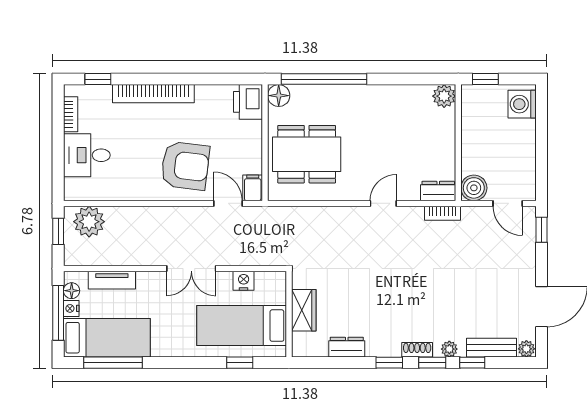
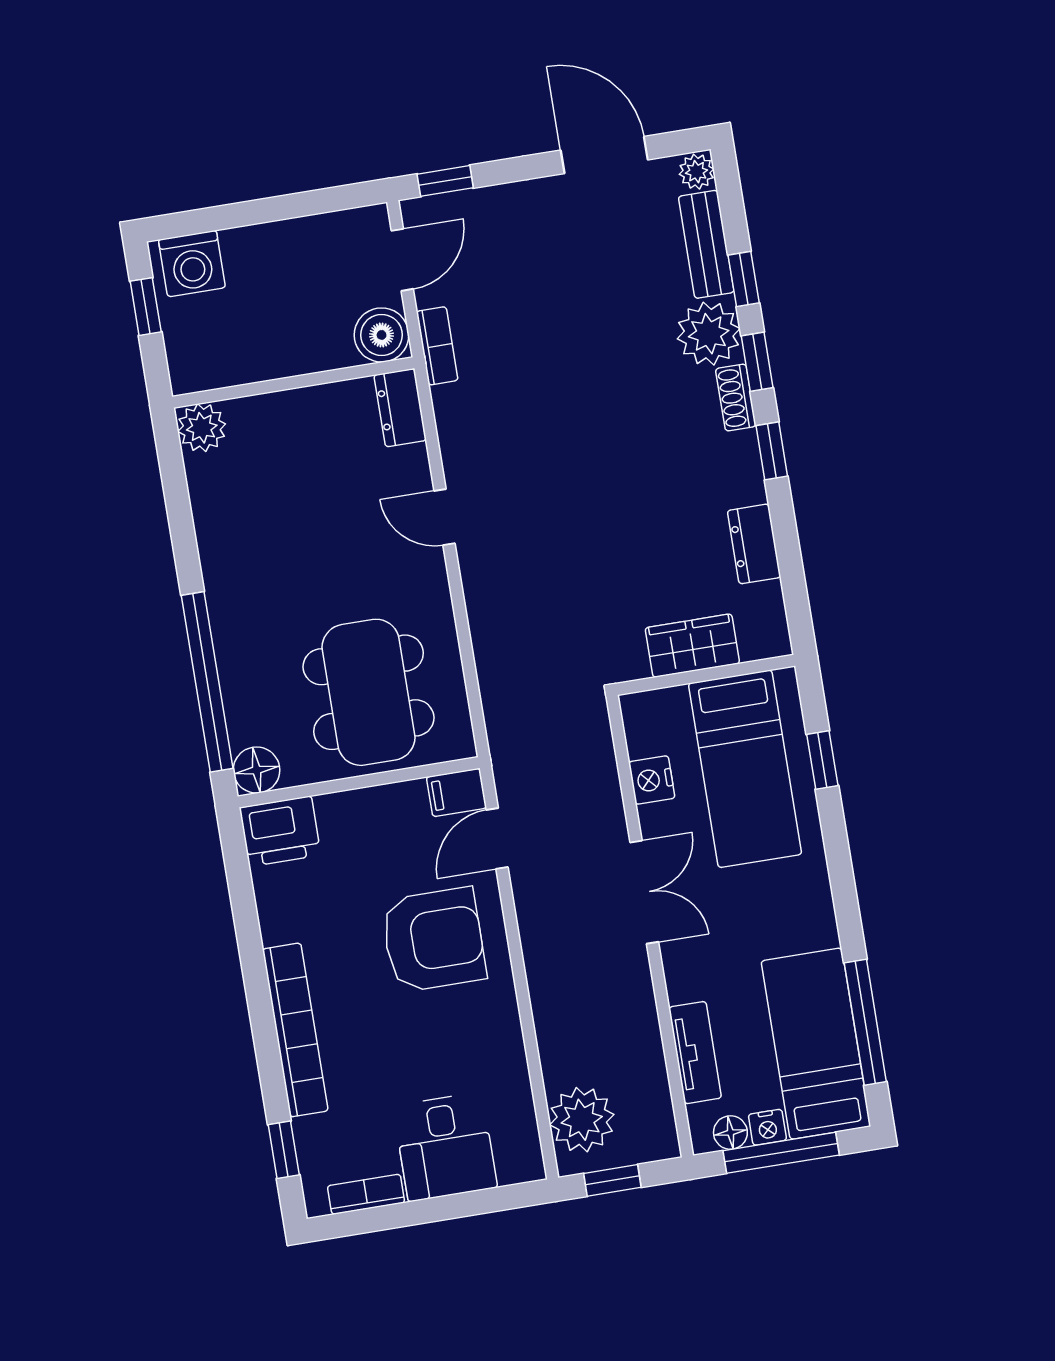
window: (485, 79) -> (146, 307), moved
armchair: (185, 166) -> (434, 940), turned 83
bookcase: (442, 213) -> (437, 346), moved
plant: (449, 349) -> (709, 334), width x1.88, depth x1.88

